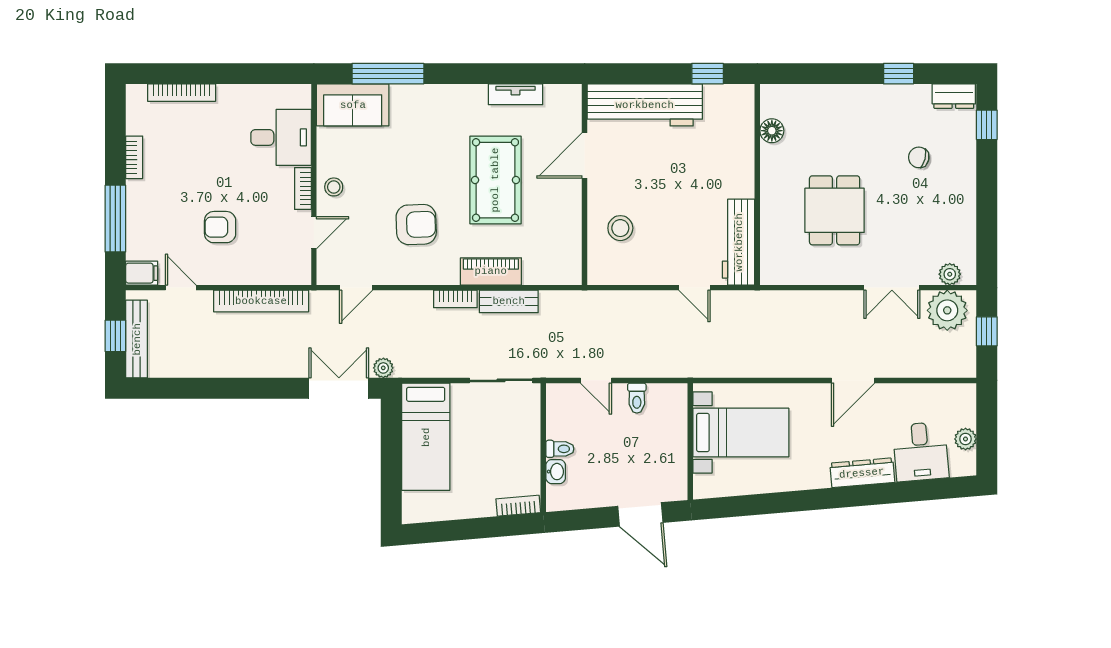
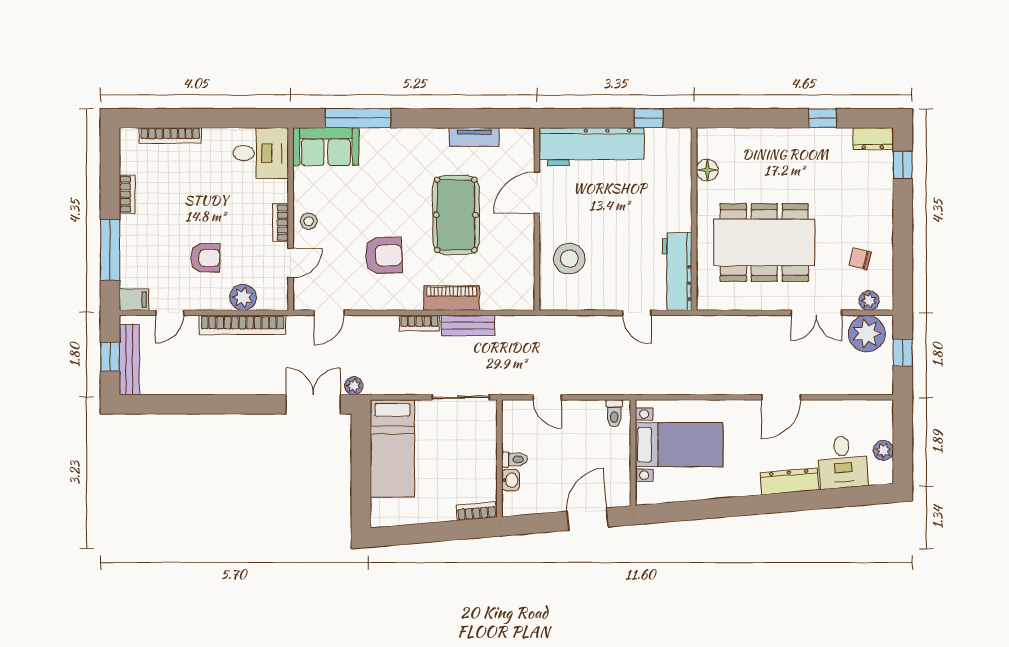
desk: (281, 137) -> (261, 153), moved
chair: (919, 157) -> (860, 259), moved
dining table: (835, 210) -> (764, 242), width x1.88, depth x1.24
armchair: (220, 227) -> (205, 258), turned 180
stool: (620, 228) -> (569, 259), width x1.38, depth x1.38
plant: (262, 271) -> (243, 297), added
door: (181, 288) -> (170, 313), swing flipped
toilet: (637, 398) -> (614, 413), moved
door: (640, 514) -> (588, 519), swing flipped

